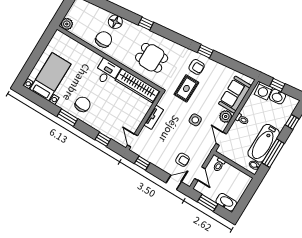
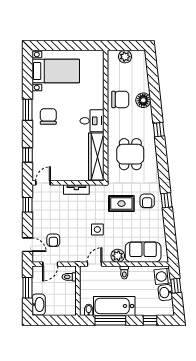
plant: (67, 24) -> (125, 57), moved
chair: (83, 104) -> (48, 116), turned -90

